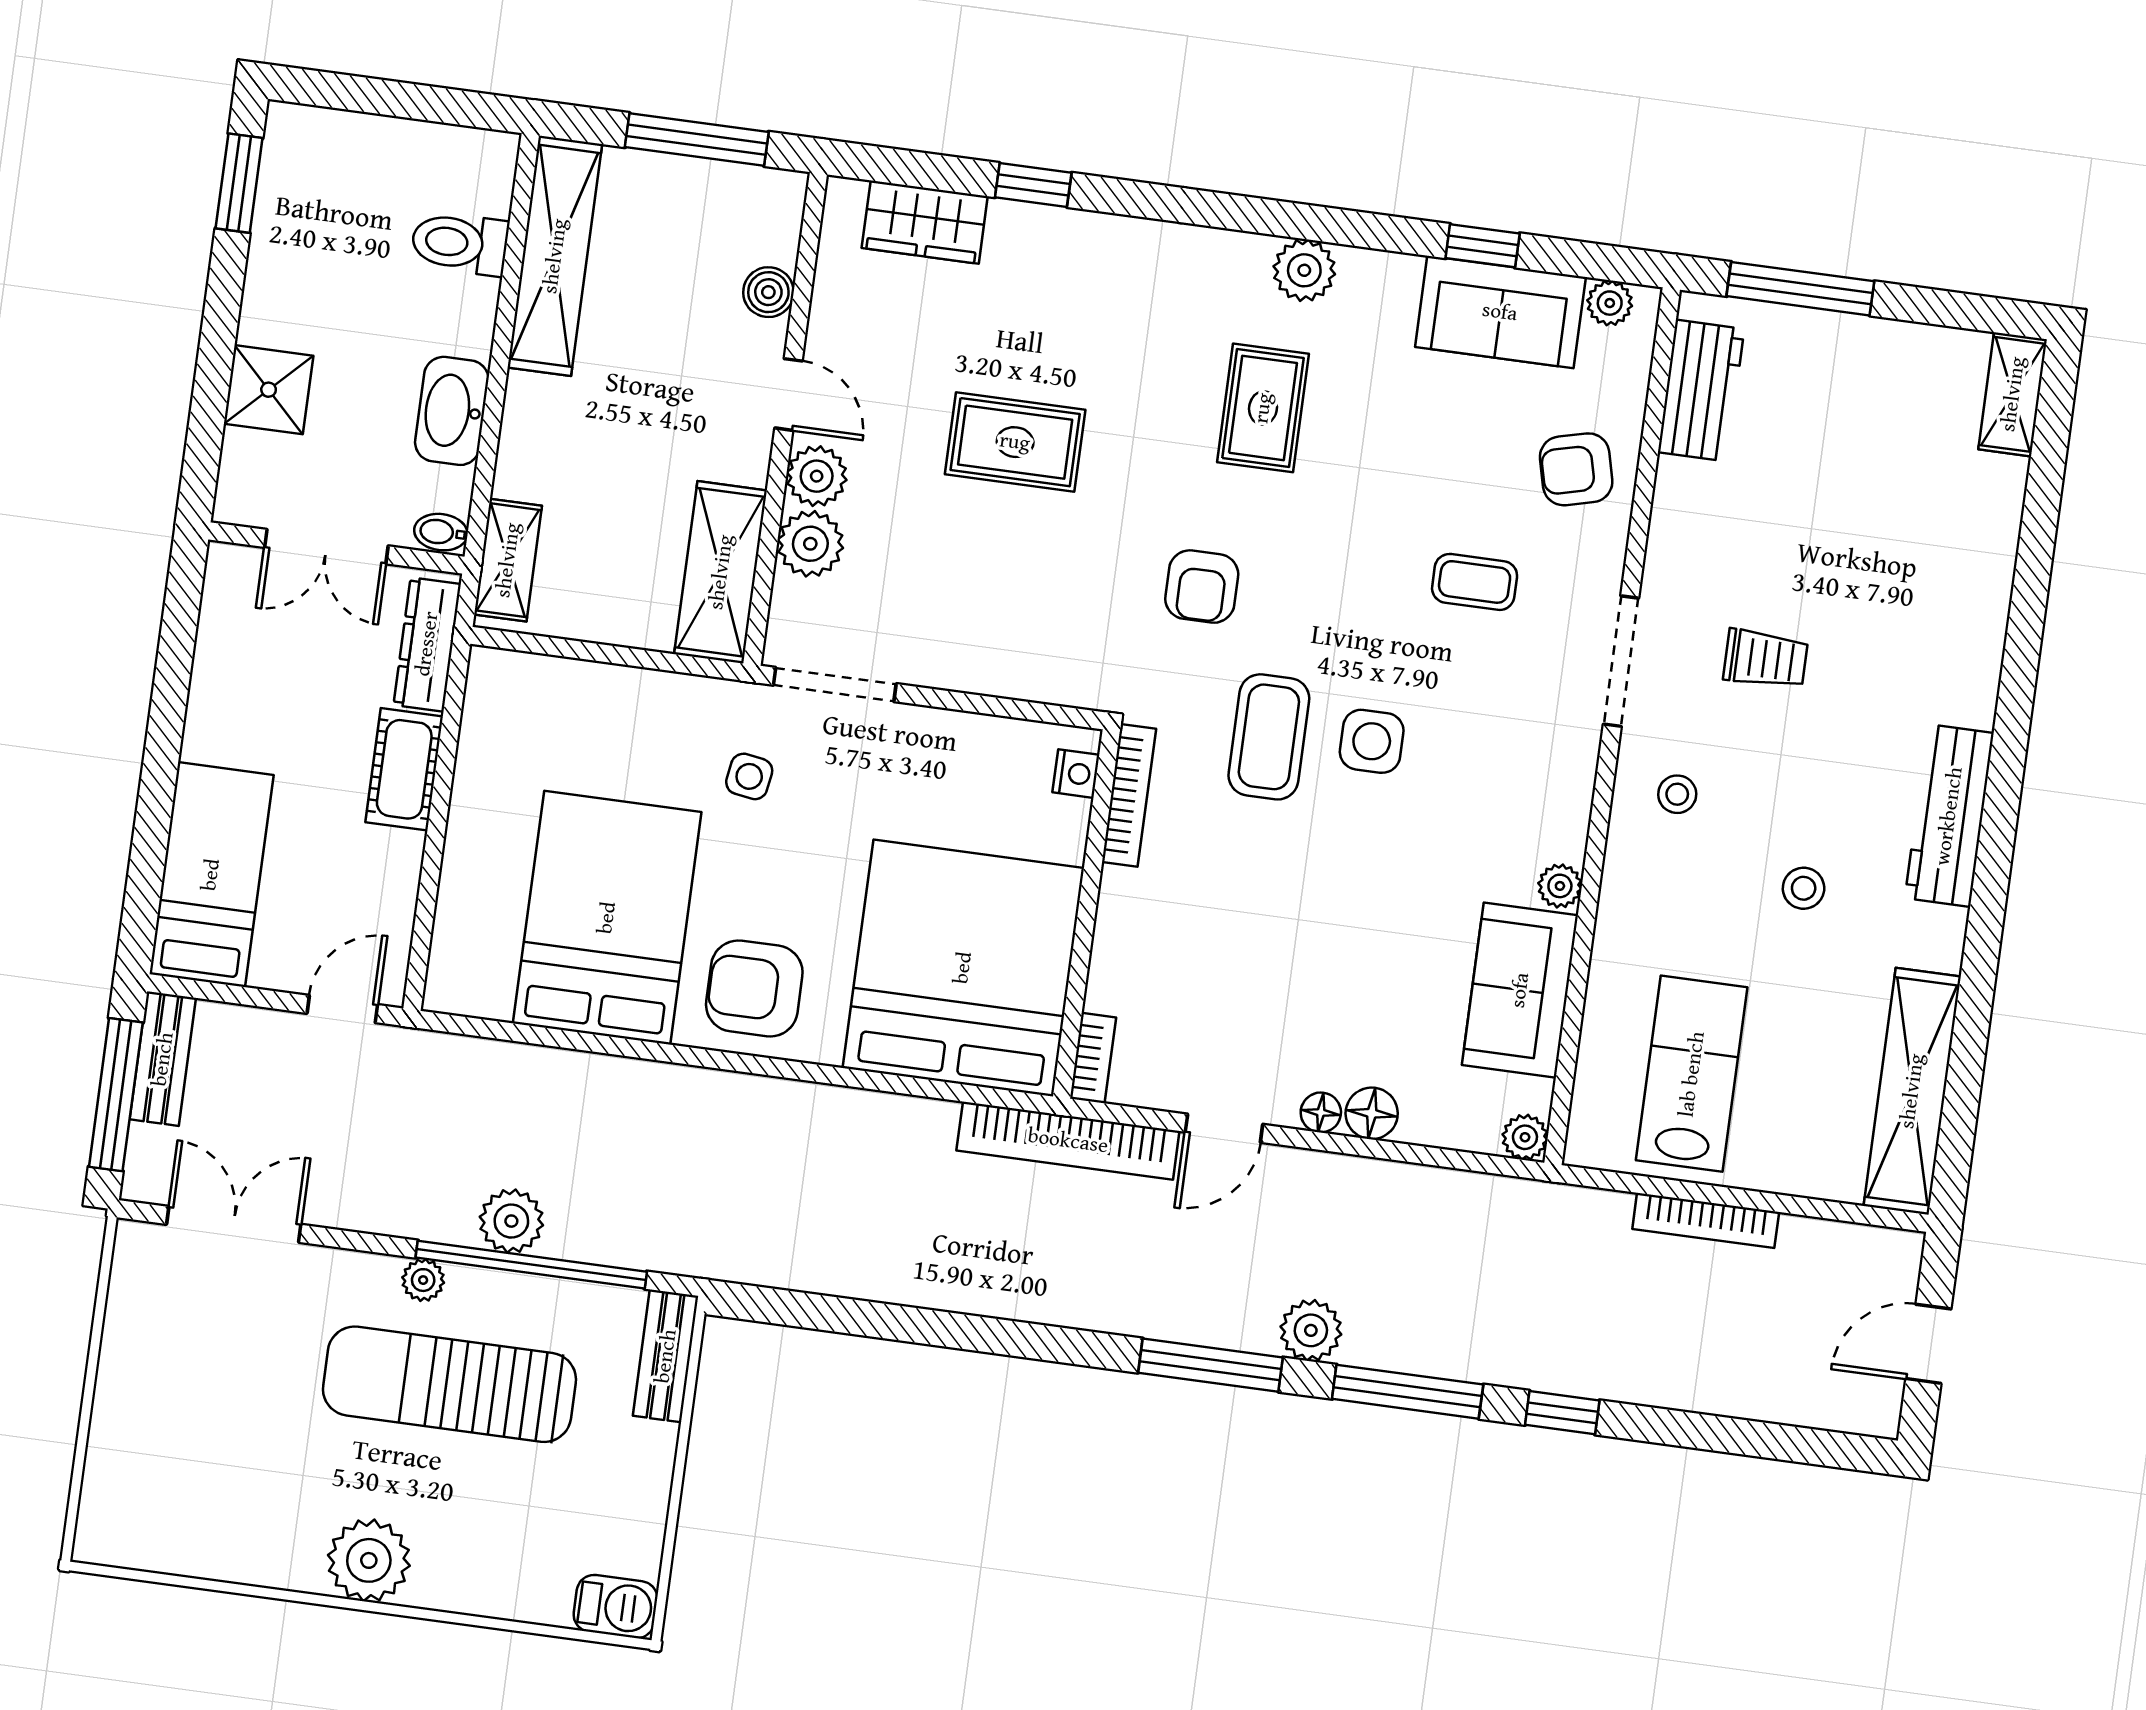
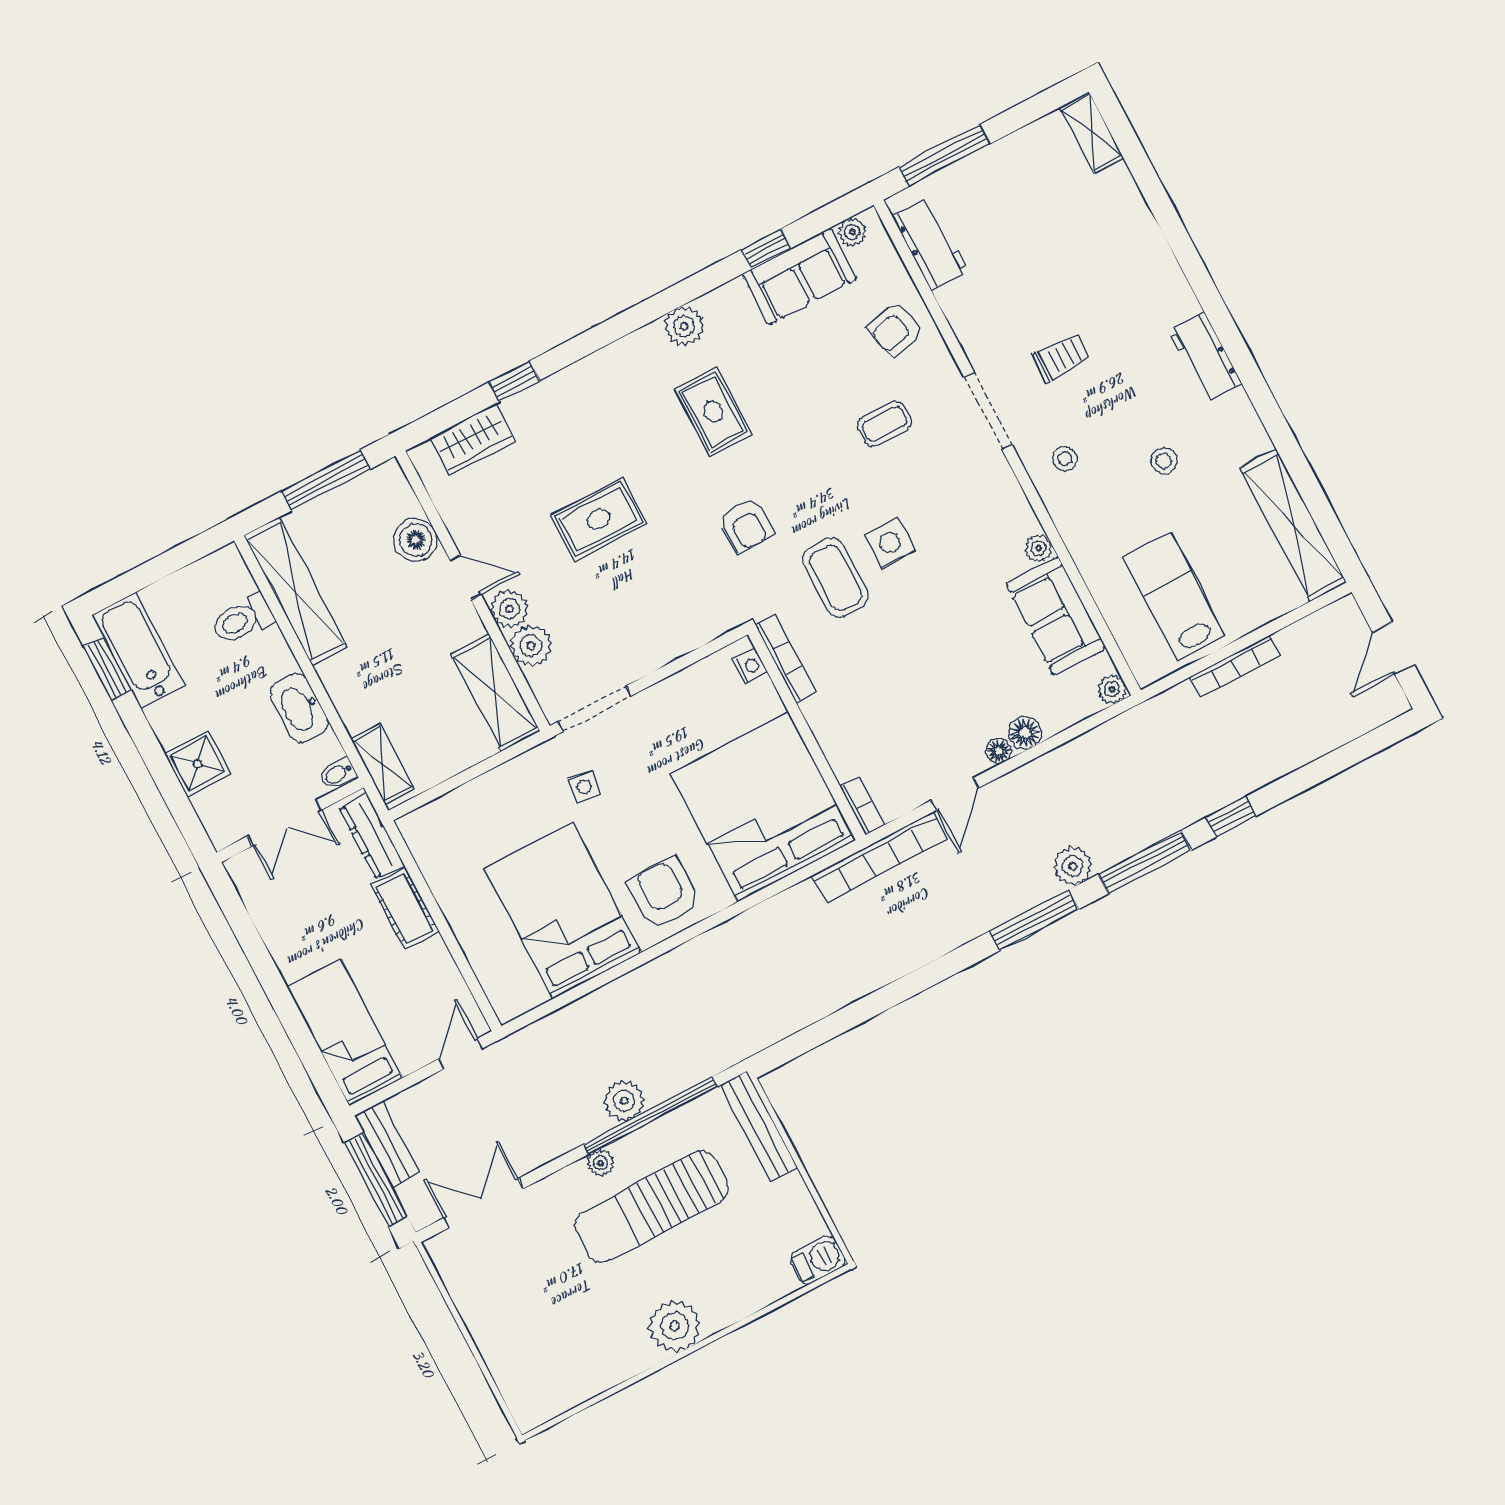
bathtub: (296, 188) -> (138, 651), added
boiler: (768, 292) -> (416, 540), width x1.36, depth x1.36
workbench: (1949, 816) -> (1205, 357), width x0.73
armchair: (754, 988) -> (664, 893), turned 90
bench: (666, 1356) -> (759, 1126), width x1.36

